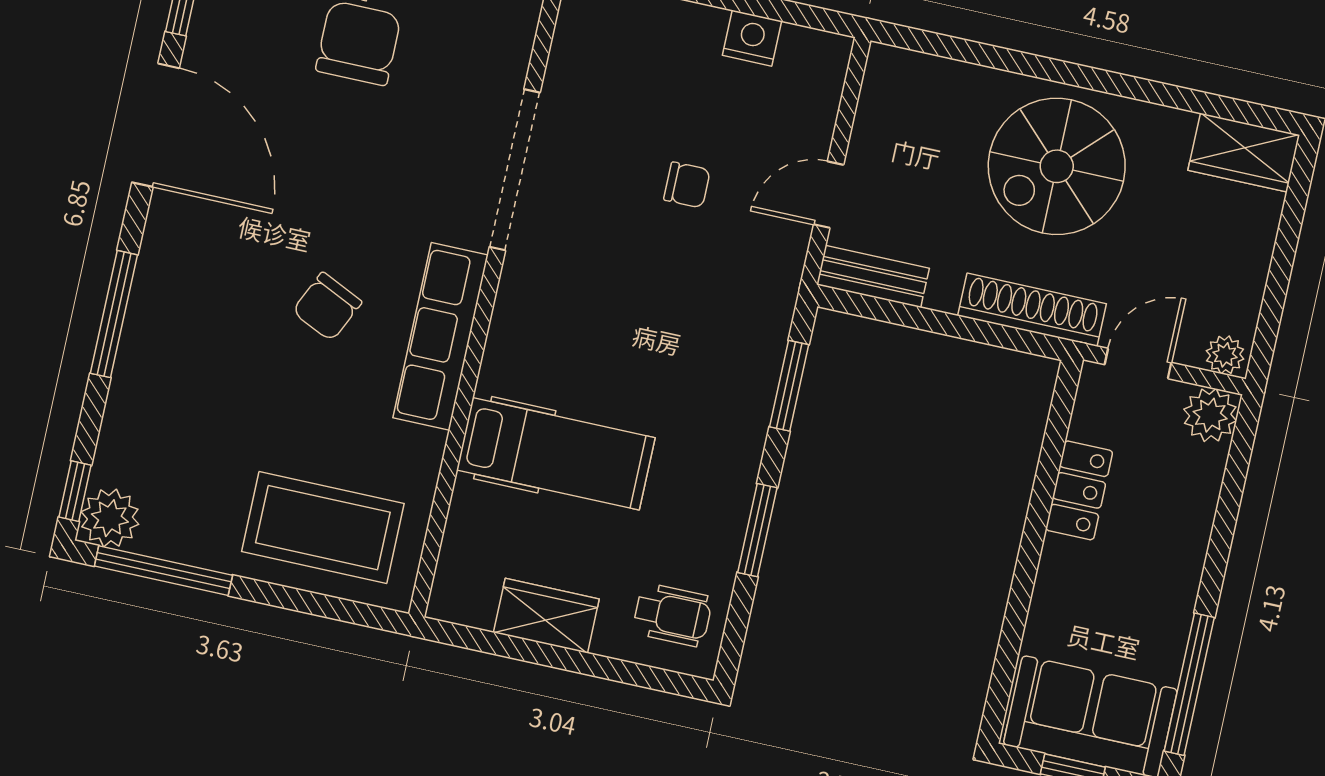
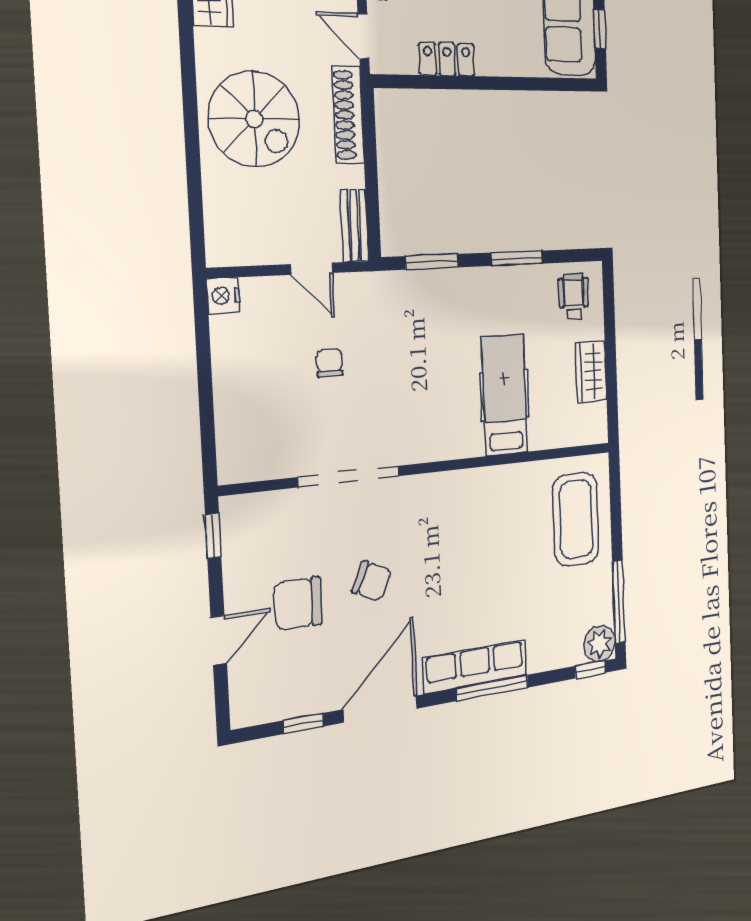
nightstand: (752, 38) -> (223, 296), moved
chair: (327, 307) -> (372, 581), moved
row of seats: (440, 336) -> (475, 666), moved, turned 180

